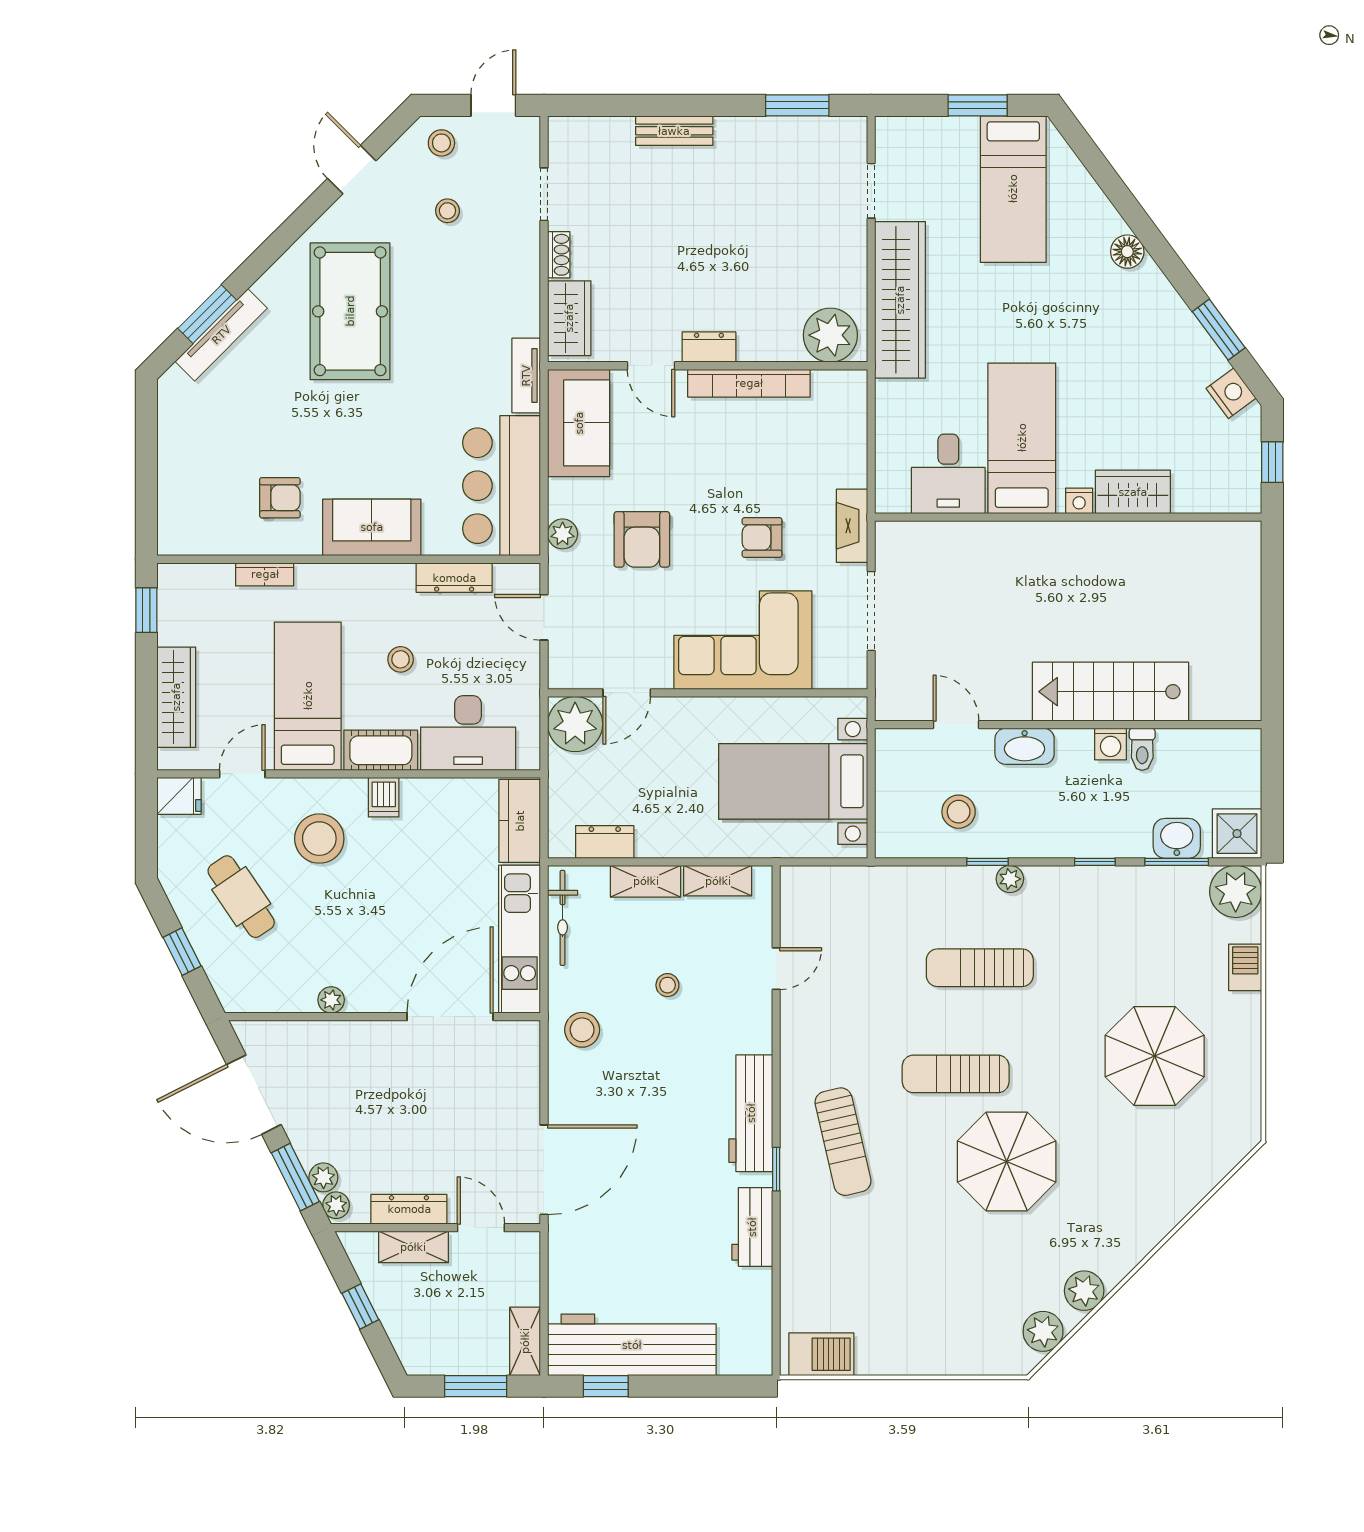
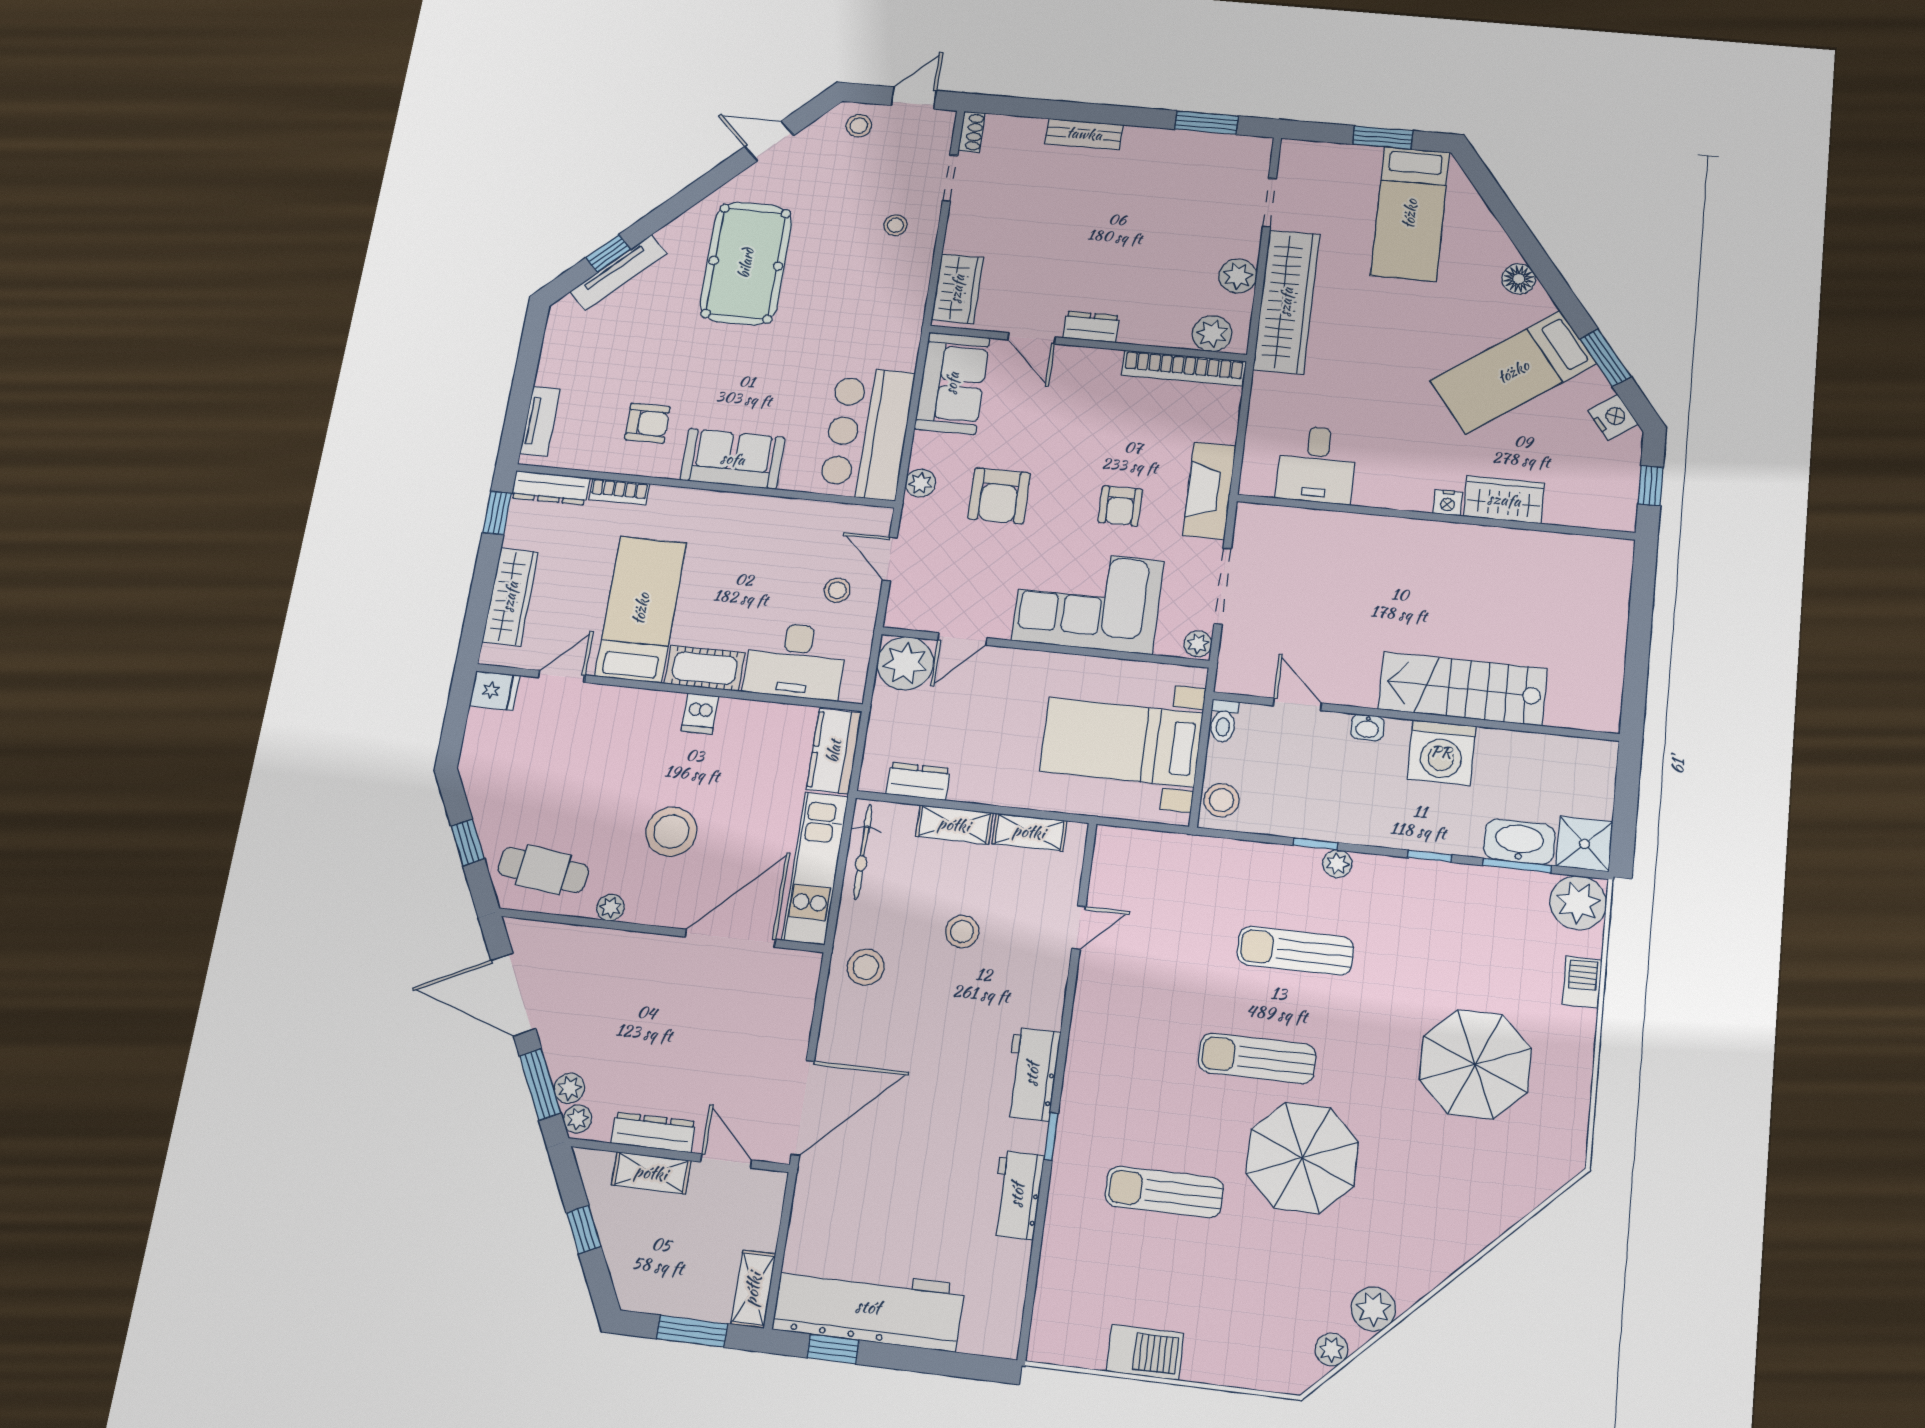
door: (352, 170) -> (769, 141), hinge flipped
stool: (447, 211) -> (895, 225), moved
shoe rack: (559, 255) -> (972, 132), moved
plant: (849, 276) -> (1238, 276), added
window: (207, 314) -> (608, 253), width x0.67
plant: (830, 335) -> (1212, 334), width x0.73, depth x0.73
tv unit: (526, 376) -> (540, 421), moved, turned 180
bookcase: (749, 383) -> (1184, 368), moved
bed: (1022, 438) -> (1513, 372), moved, turned -126
fireplace: (852, 526) -> (1209, 491), width x1.37, depth x1.32
armchair: (762, 538) -> (1120, 506), turned -90
dresser: (454, 578) -> (550, 488), moved
stool: (401, 659) -> (837, 590), moved
plant: (854, 673) -> (1198, 644), added
washing machine: (1111, 744) -> (1441, 752), width x1.89, depth x1.89
washbasin: (1025, 746) -> (1367, 727), width x0.52, depth x0.69
toilet: (1142, 749) -> (1223, 721), moved
stool: (959, 812) -> (1222, 800), moved
washbasin: (1177, 838) -> (1519, 842), width x1.38
stool: (319, 839) -> (671, 832), moved
cafe table: (241, 897) -> (543, 870), moved, turned -49
stool: (667, 985) -> (962, 932), width x1.37, depth x1.37
workbench: (751, 1113) -> (1032, 1074), width x0.73
sun lounger: (843, 1142) -> (1164, 1192), moved, turned 103
plant: (1043, 1331) -> (1332, 1350), width x0.73, depth x0.73
barbecue: (821, 1354) -> (1145, 1352), moved

